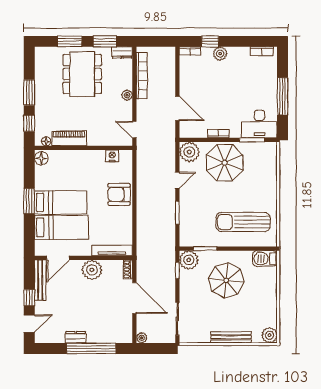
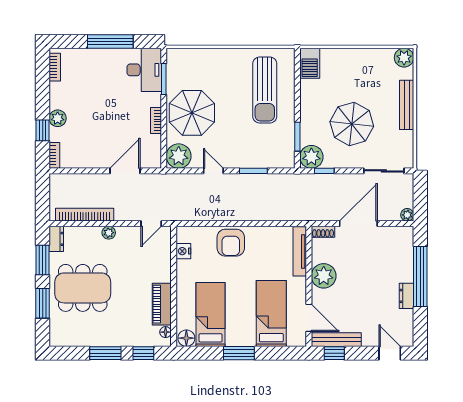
bed: (61, 202) -> (210, 314), moved
parasol: (226, 280) -> (352, 124), moved
window: (29, 298) -> (334, 353), moved

